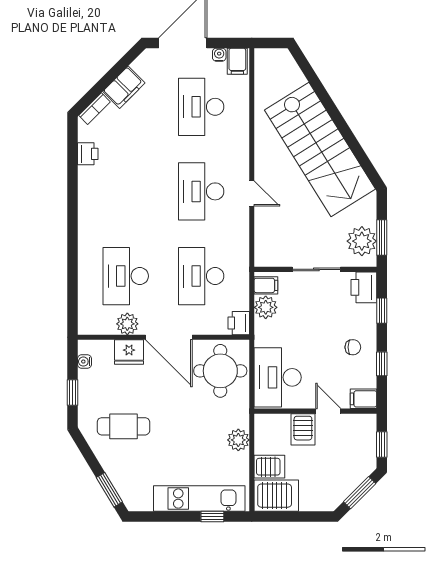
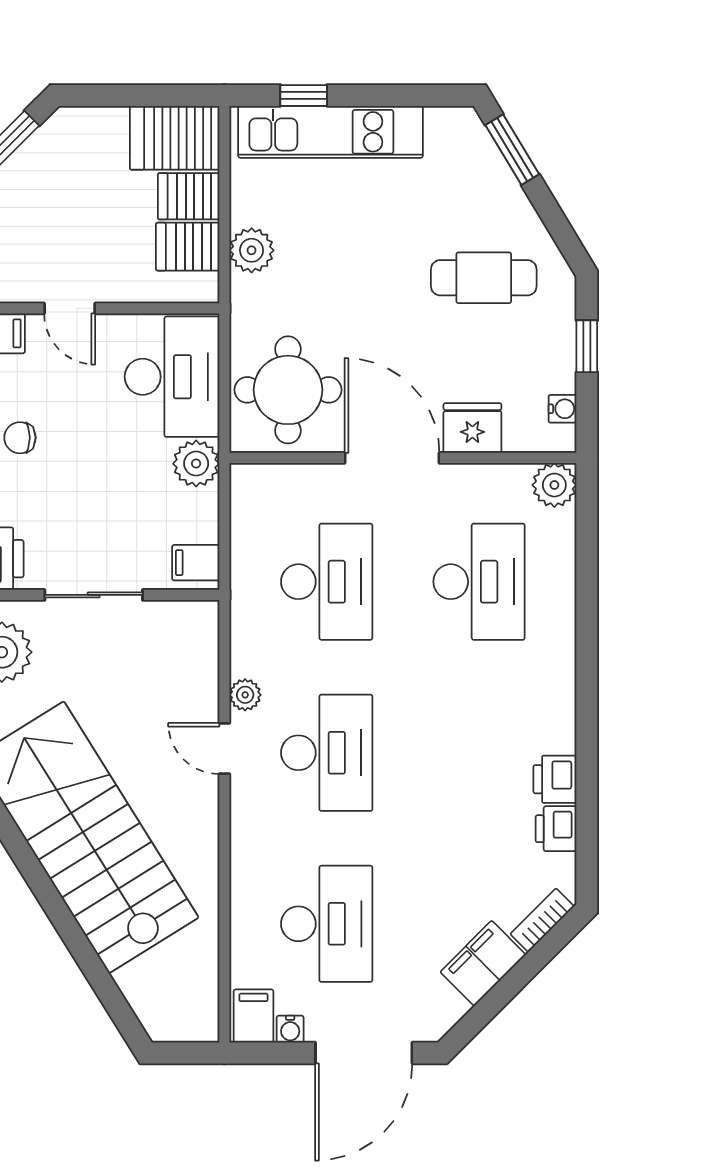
plant: (241, 220) -> (245, 695), added
plant: (266, 307) -> (196, 464), moved
printer: (239, 323) -> (555, 779), moved, turned 180
plant: (127, 324) -> (554, 485), moved
server rack: (303, 429) -> (188, 247), moved, turned -90

